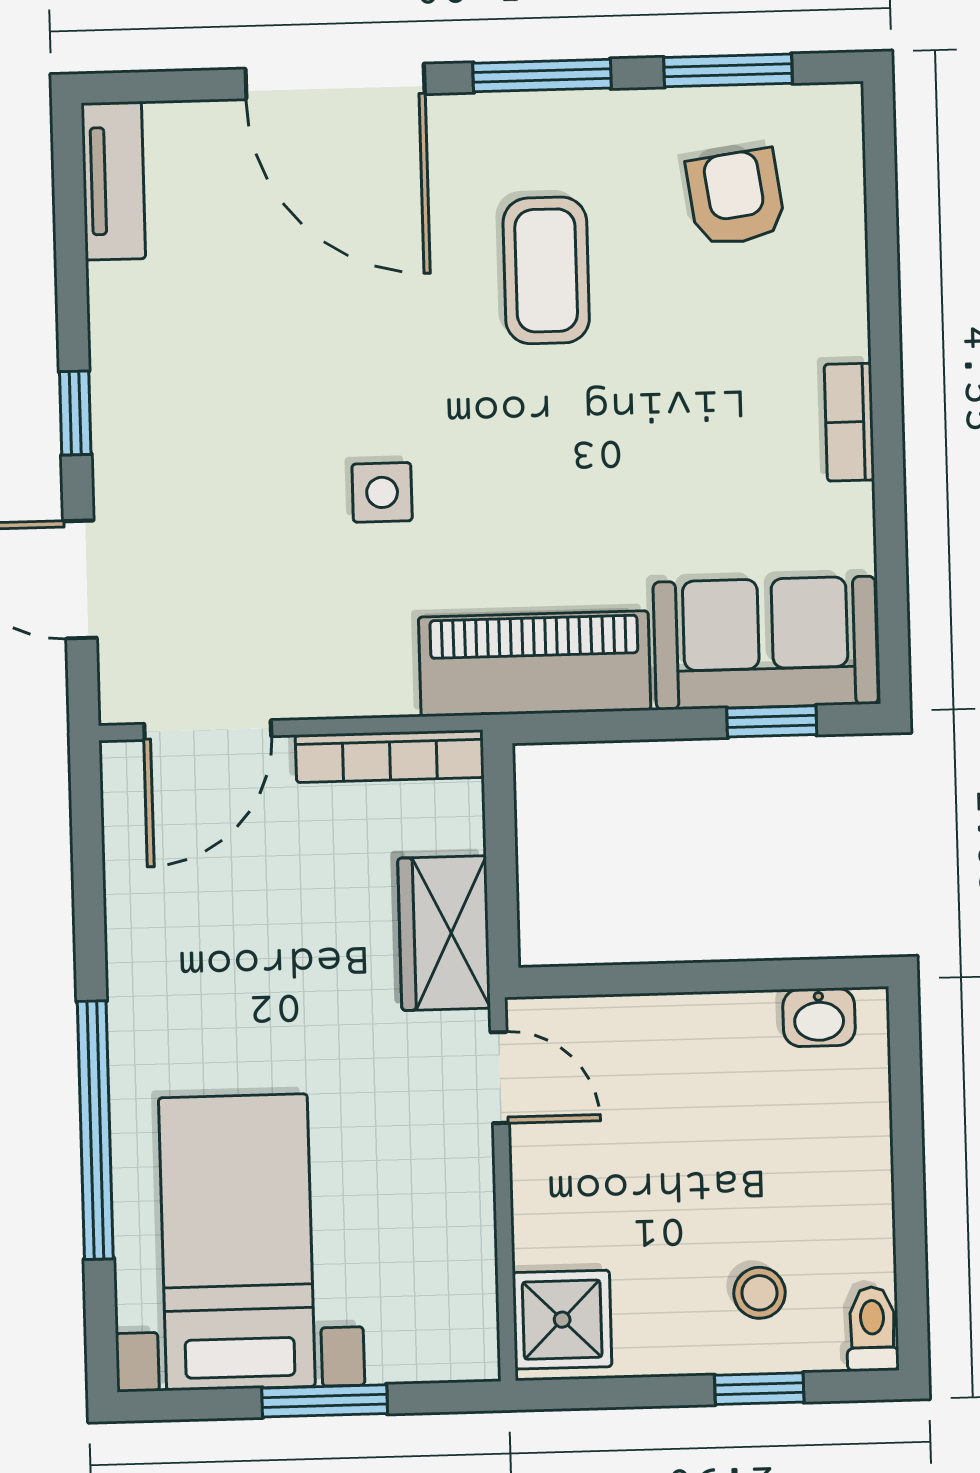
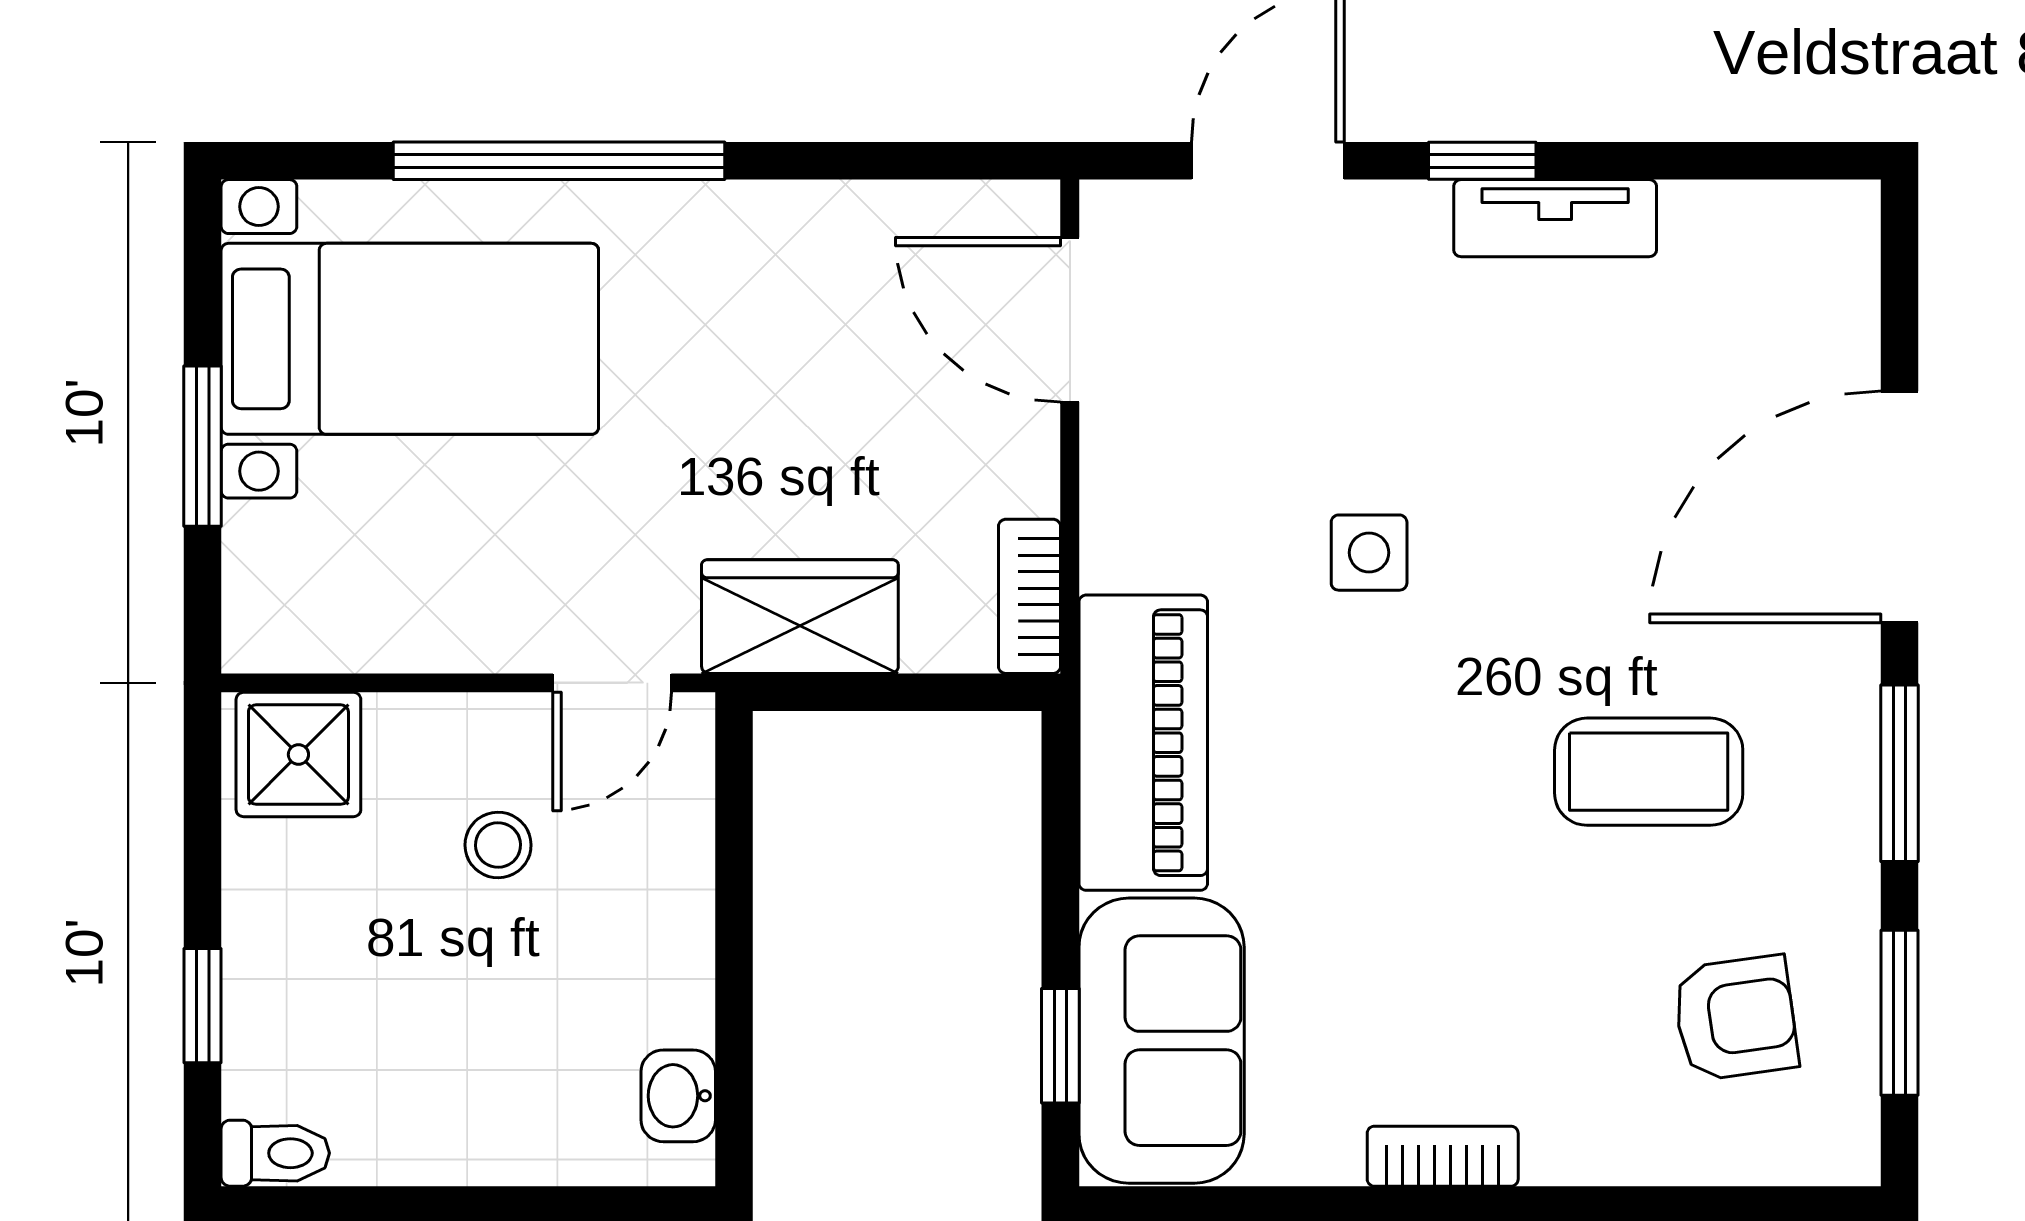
tv unit: (113, 181) -> (1555, 218), moved
bookcase: (390, 756) -> (1029, 596), width x0.64
stool: (759, 1293) -> (498, 845), moved

